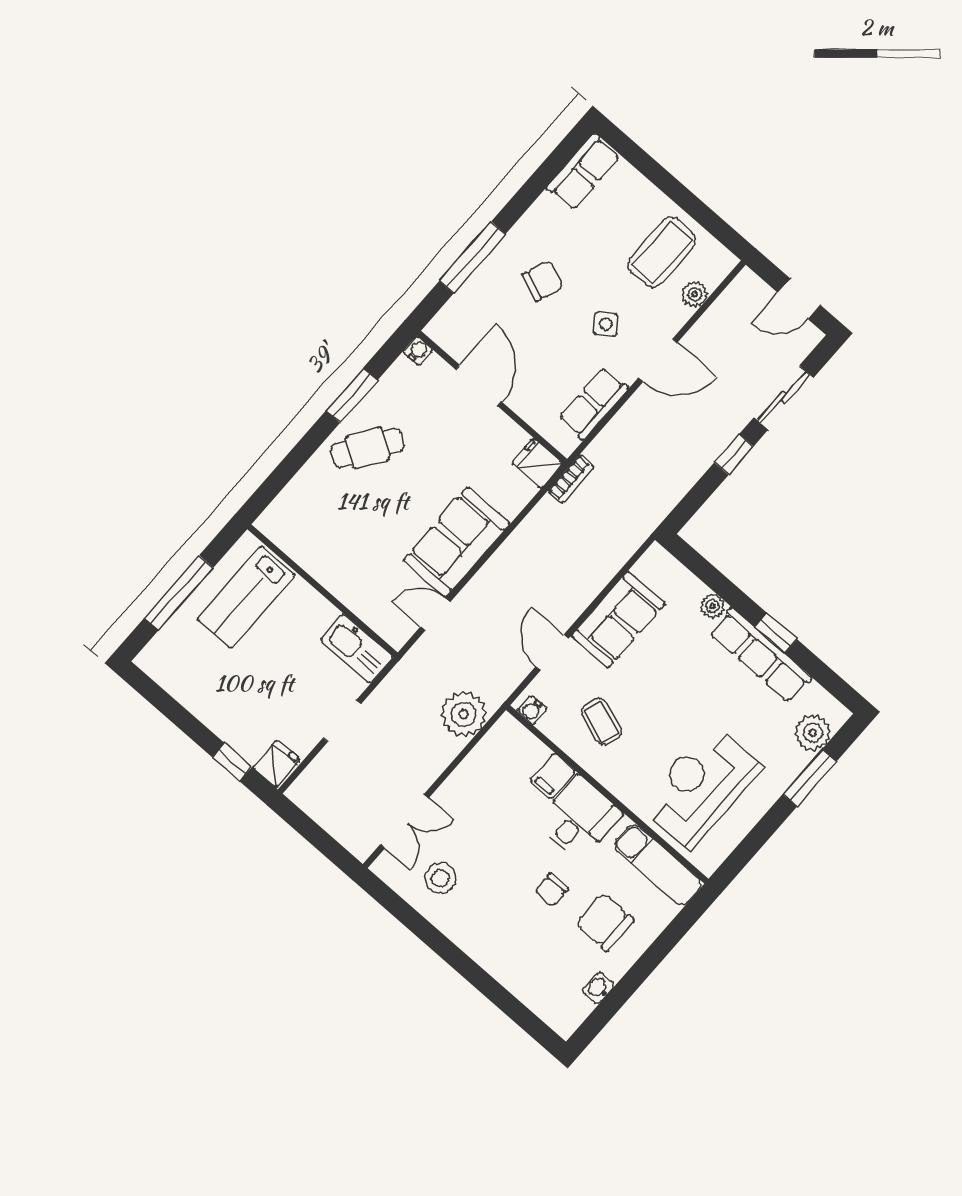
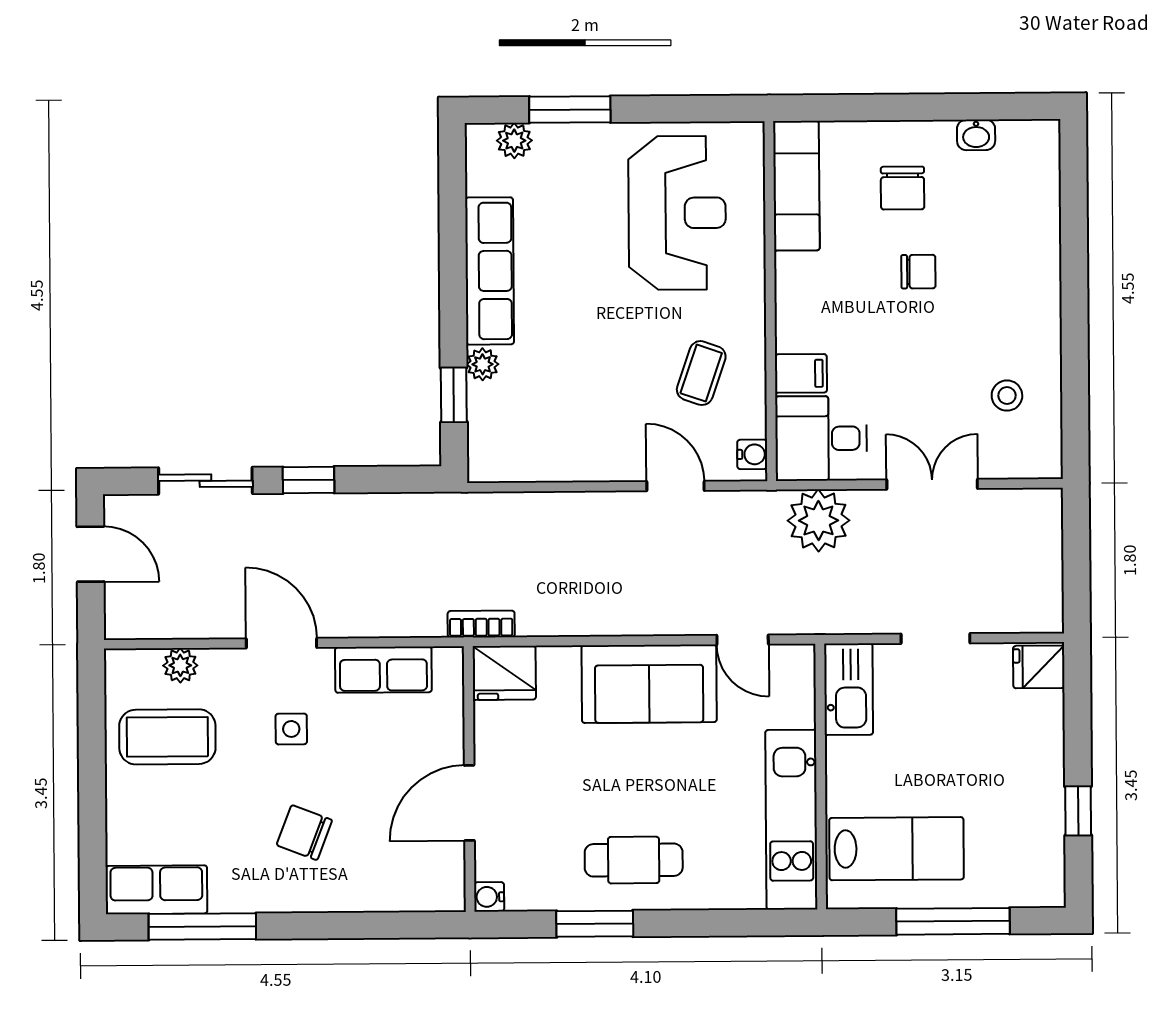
window: (472, 258) -> (202, 927), moved
side table: (606, 324) -> (291, 729), turned 37
cafe table: (368, 448) -> (634, 860), turned -34
fridge: (537, 463) -> (504, 673), width x1.38
kitchen unit: (313, 554) -> (791, 820), added
sofa: (618, 620) -> (582, 448), removed
window: (776, 633) -> (454, 395), moved
door: (552, 653) -> (675, 486), swing flipped
plant: (813, 733) -> (514, 141), width x0.73, depth x0.73
window: (232, 762) -> (1078, 811), moved
reception desk: (701, 786) -> (677, 213), turned -90
desk: (579, 818) -> (821, 438), moved
double door: (405, 821) -> (932, 484), moved
stool: (440, 878) -> (1007, 396), width x0.73, depth x0.73
chair: (605, 922) -> (903, 188), width x0.73, depth x0.73

